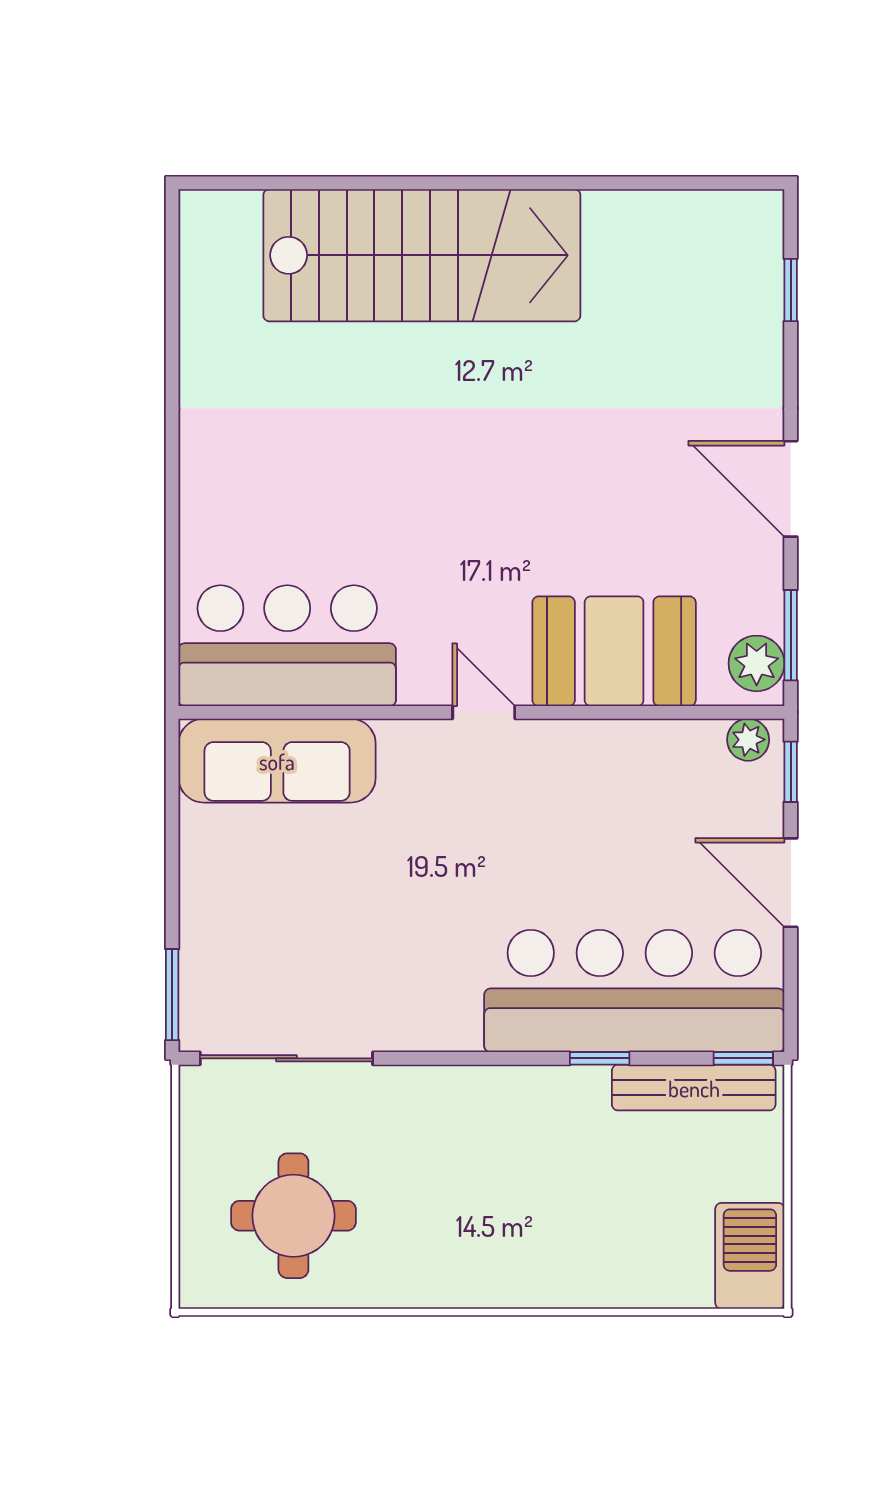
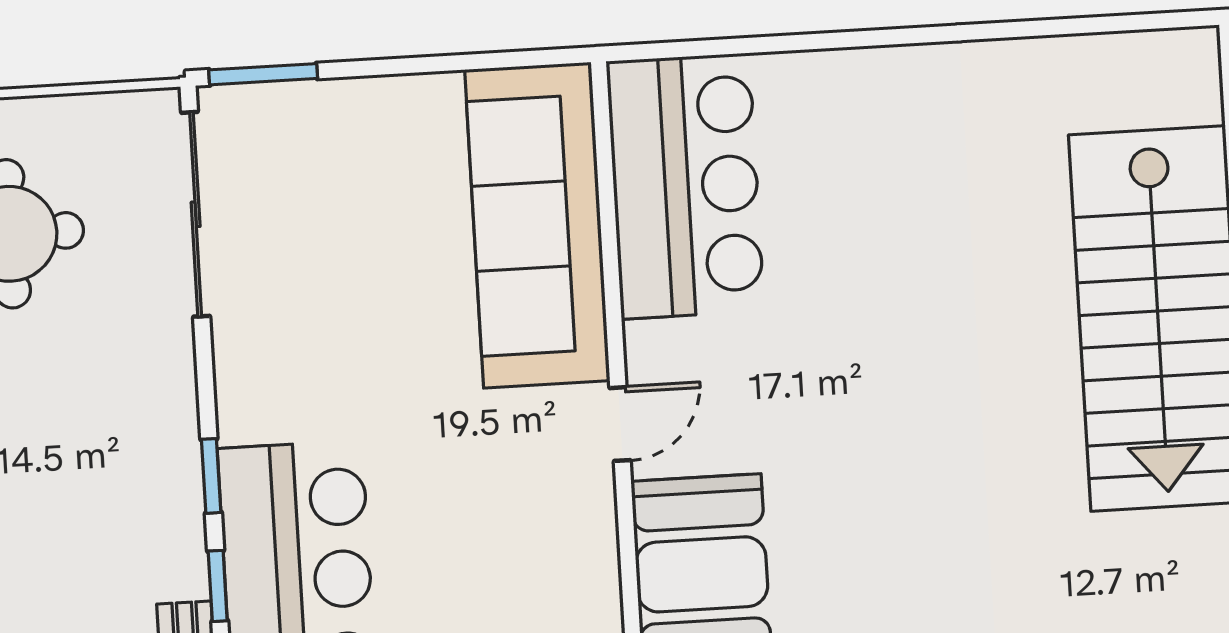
sofa: (277, 761) -> (537, 225), width x1.36, depth x1.27
window: (507, 1058) -> (211, 476), added

